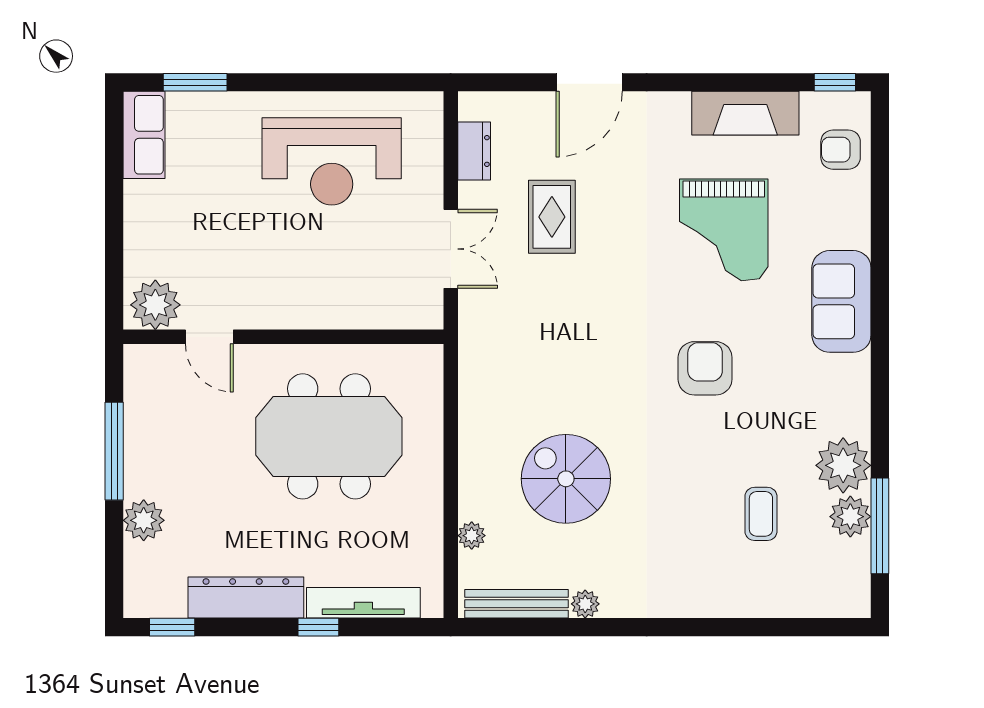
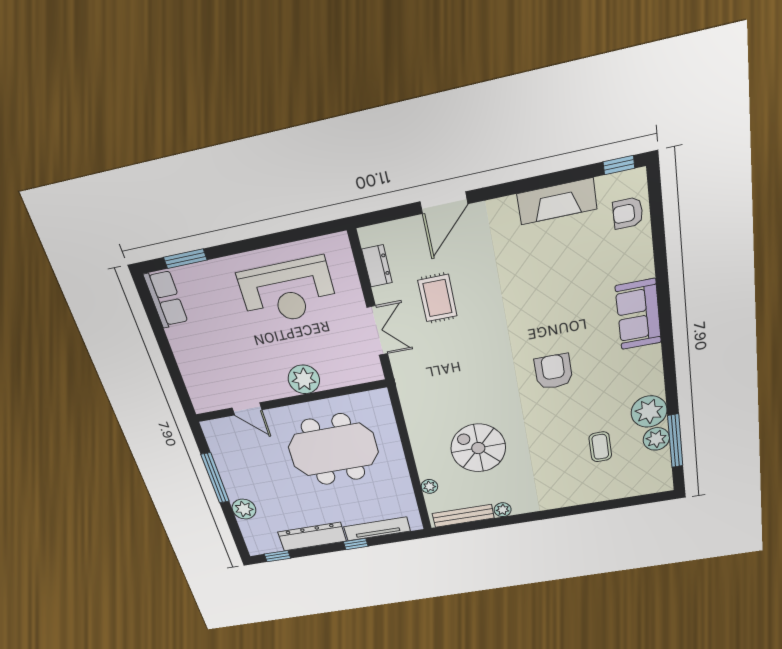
grand piano: (724, 230) -> (553, 284), removed
plant: (155, 305) -> (304, 379), moved

